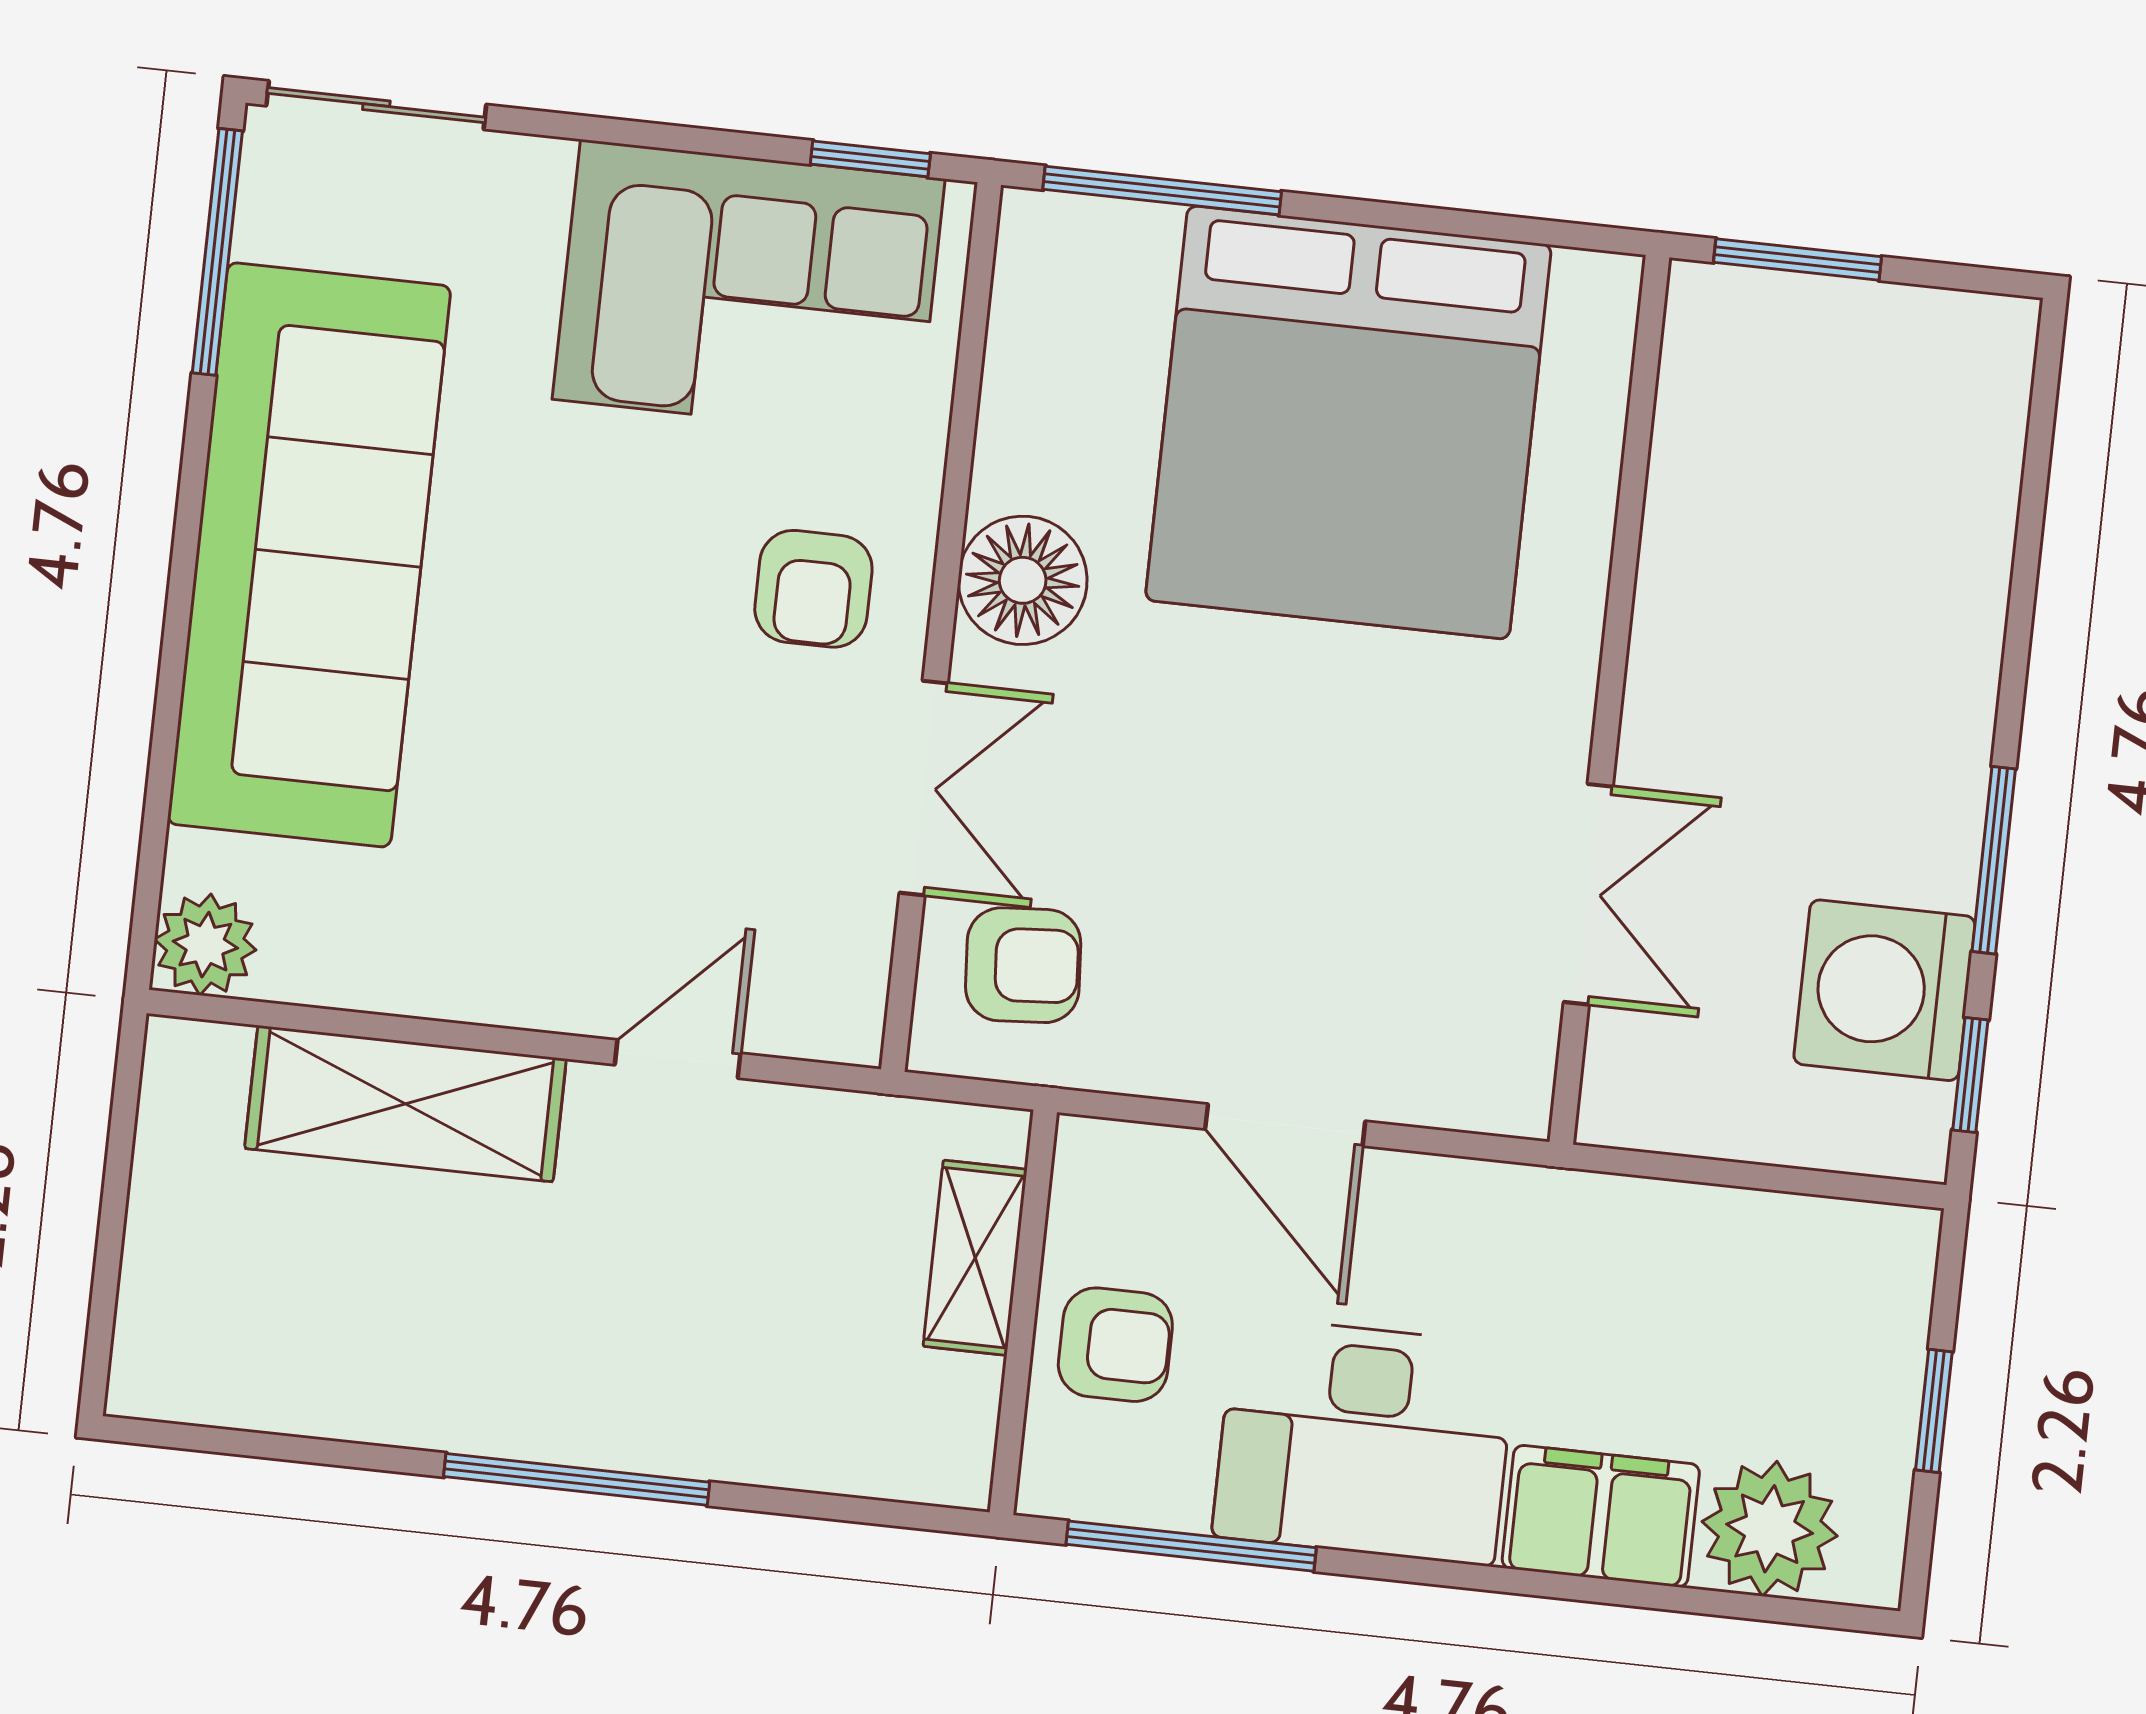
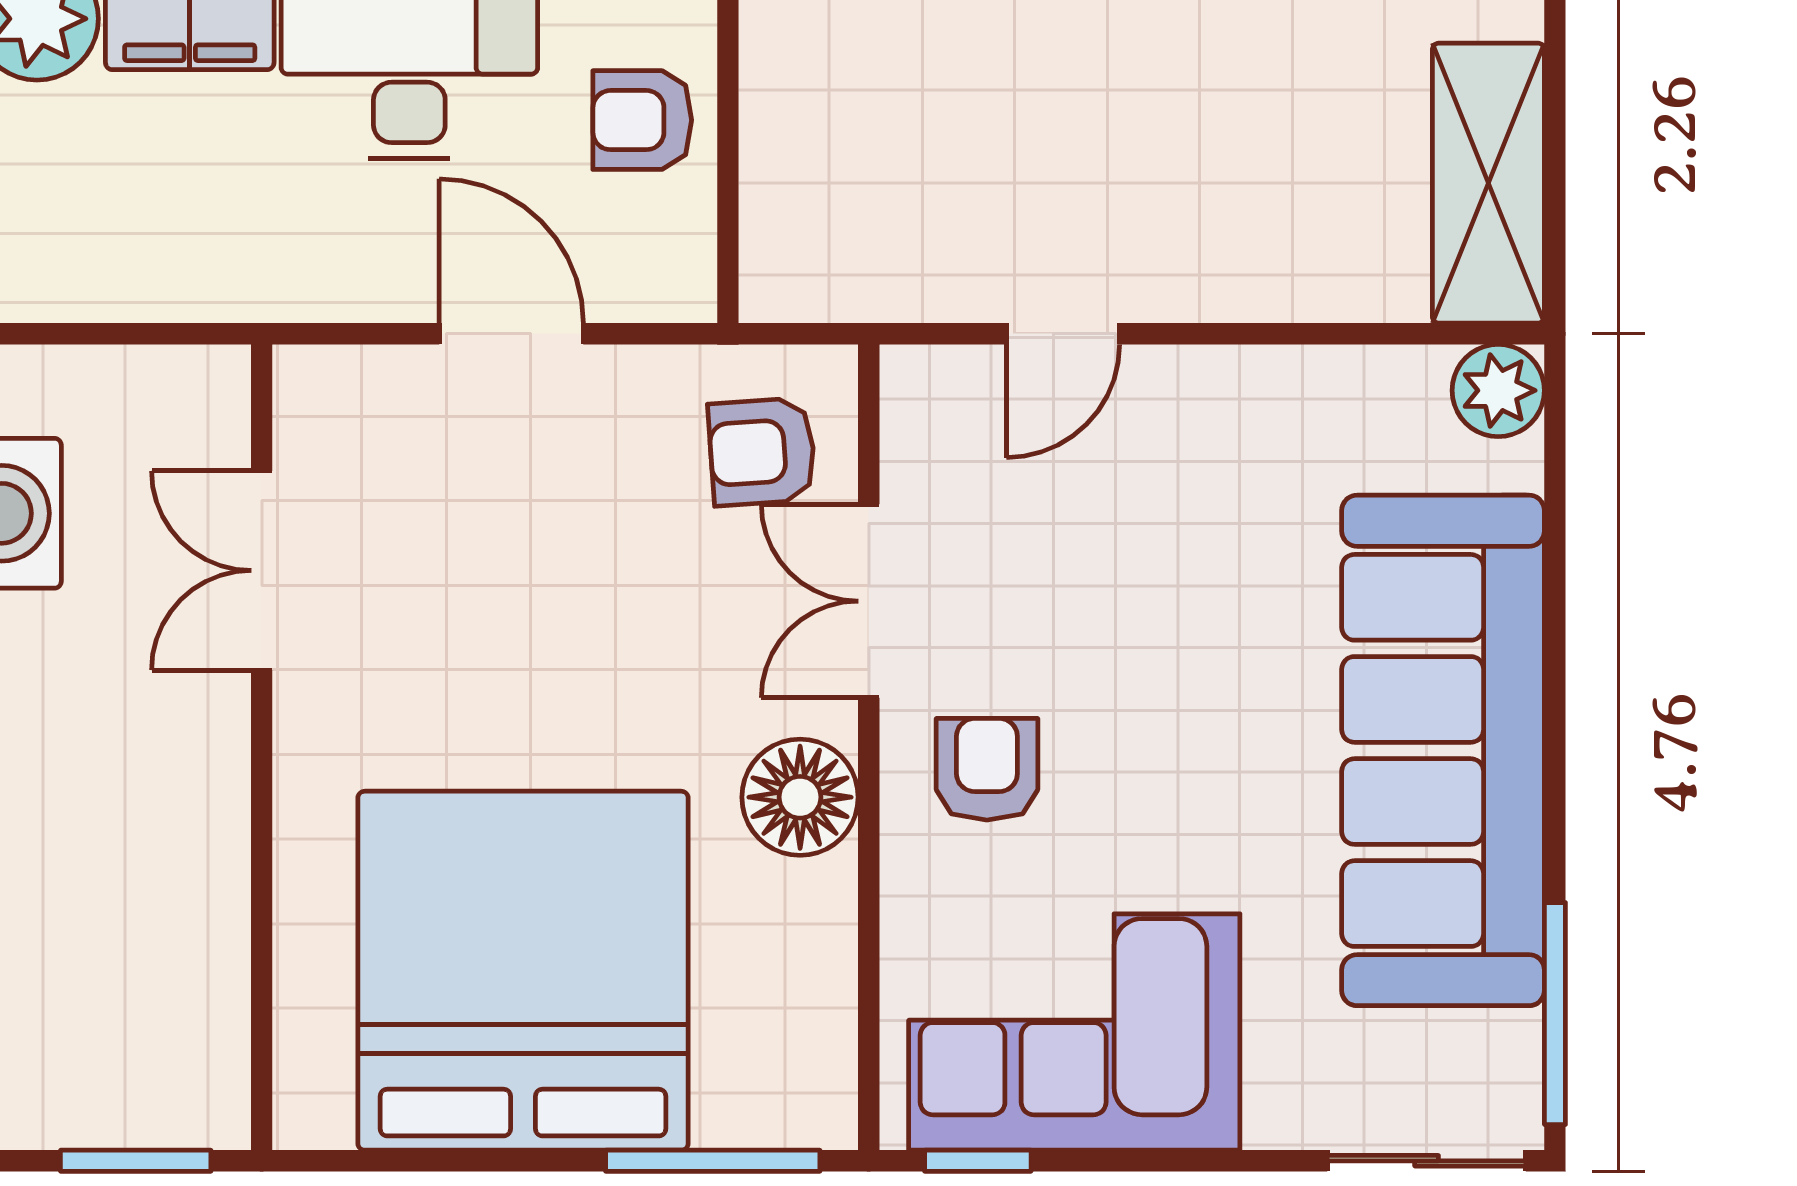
shelving: (405, 1104) -> (1488, 183), moved, turned 90
shelving: (975, 1258) -> (777, 184), removed

